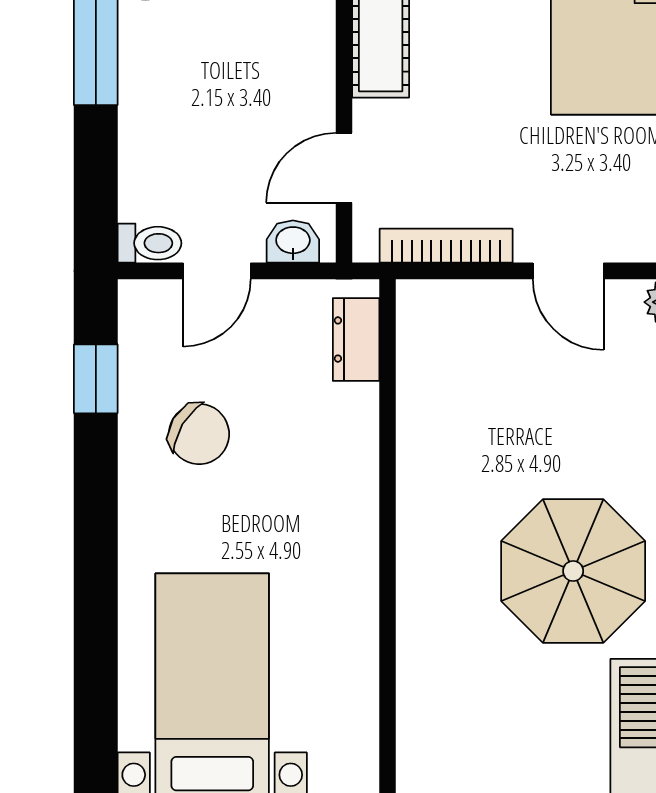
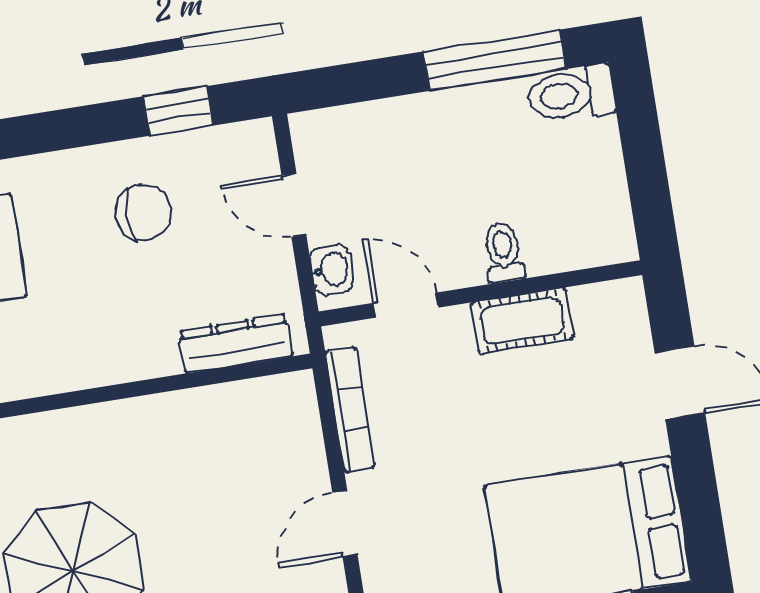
toilet: (149, 243) -> (504, 252), moved, turned 180
dresser: (356, 339) -> (235, 344), width x1.44
chair: (199, 434) -> (143, 212), turned -121

